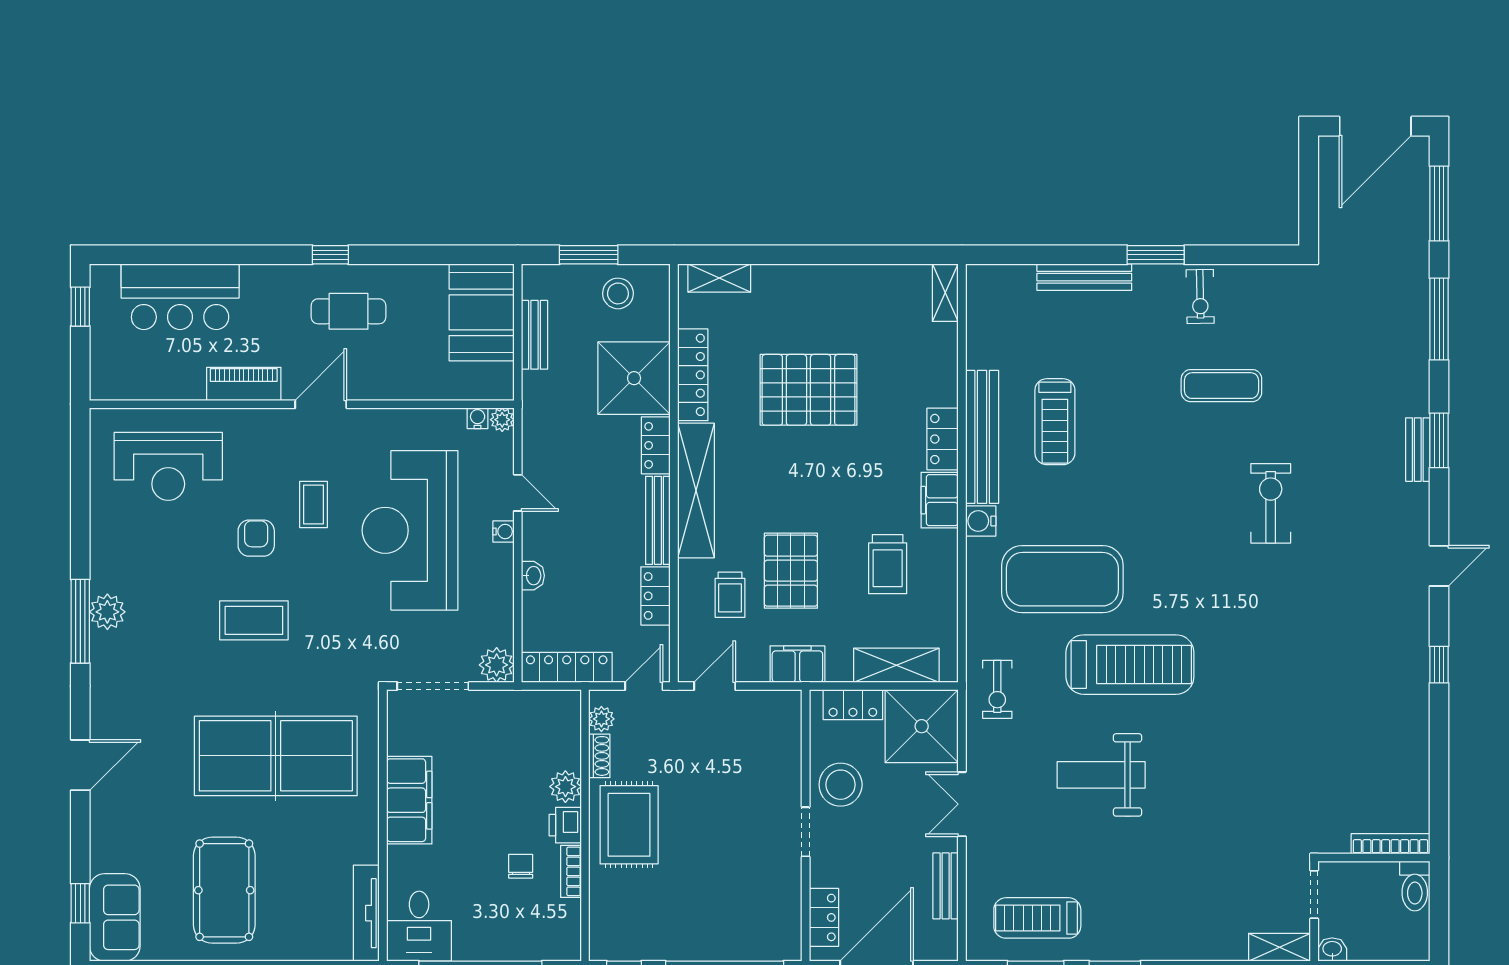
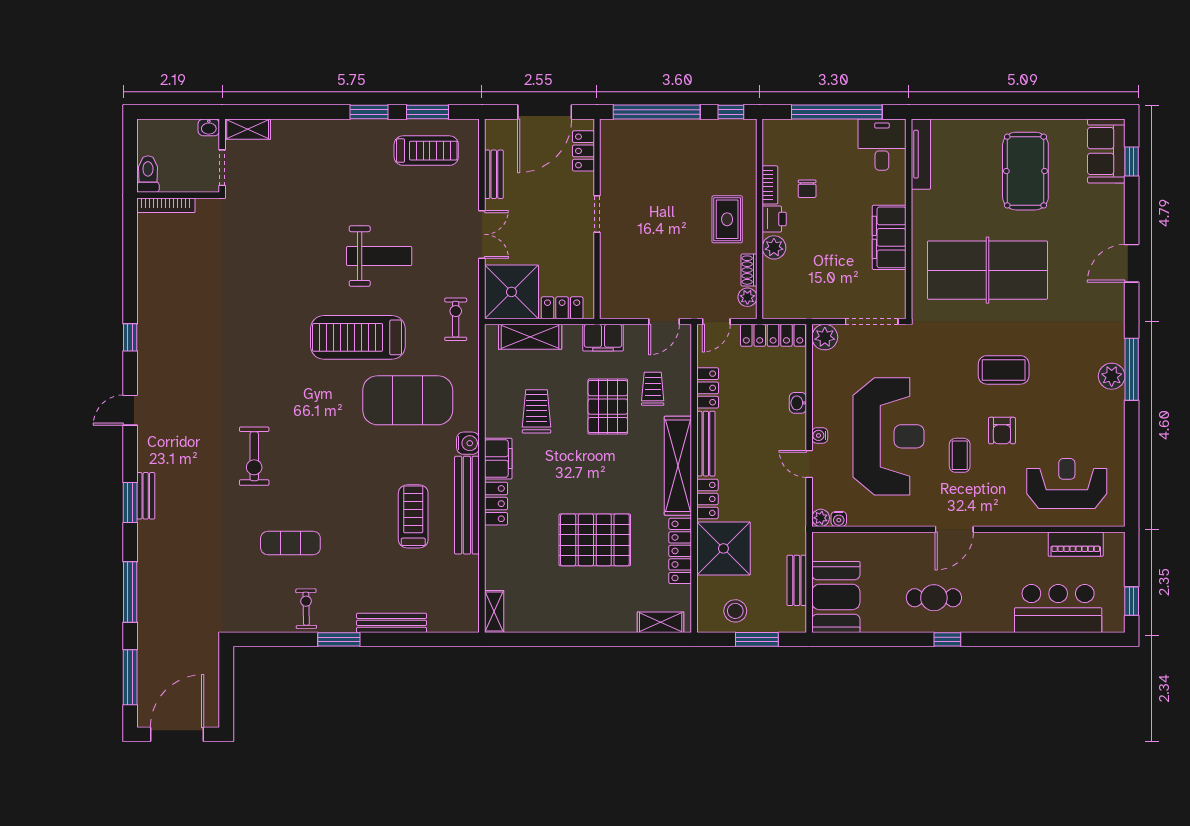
piano: (244, 384) -> (1076, 544), moved
stool: (841, 785) -> (571, 249), removed
rug: (629, 825) -> (727, 219), width x0.73, depth x0.70

